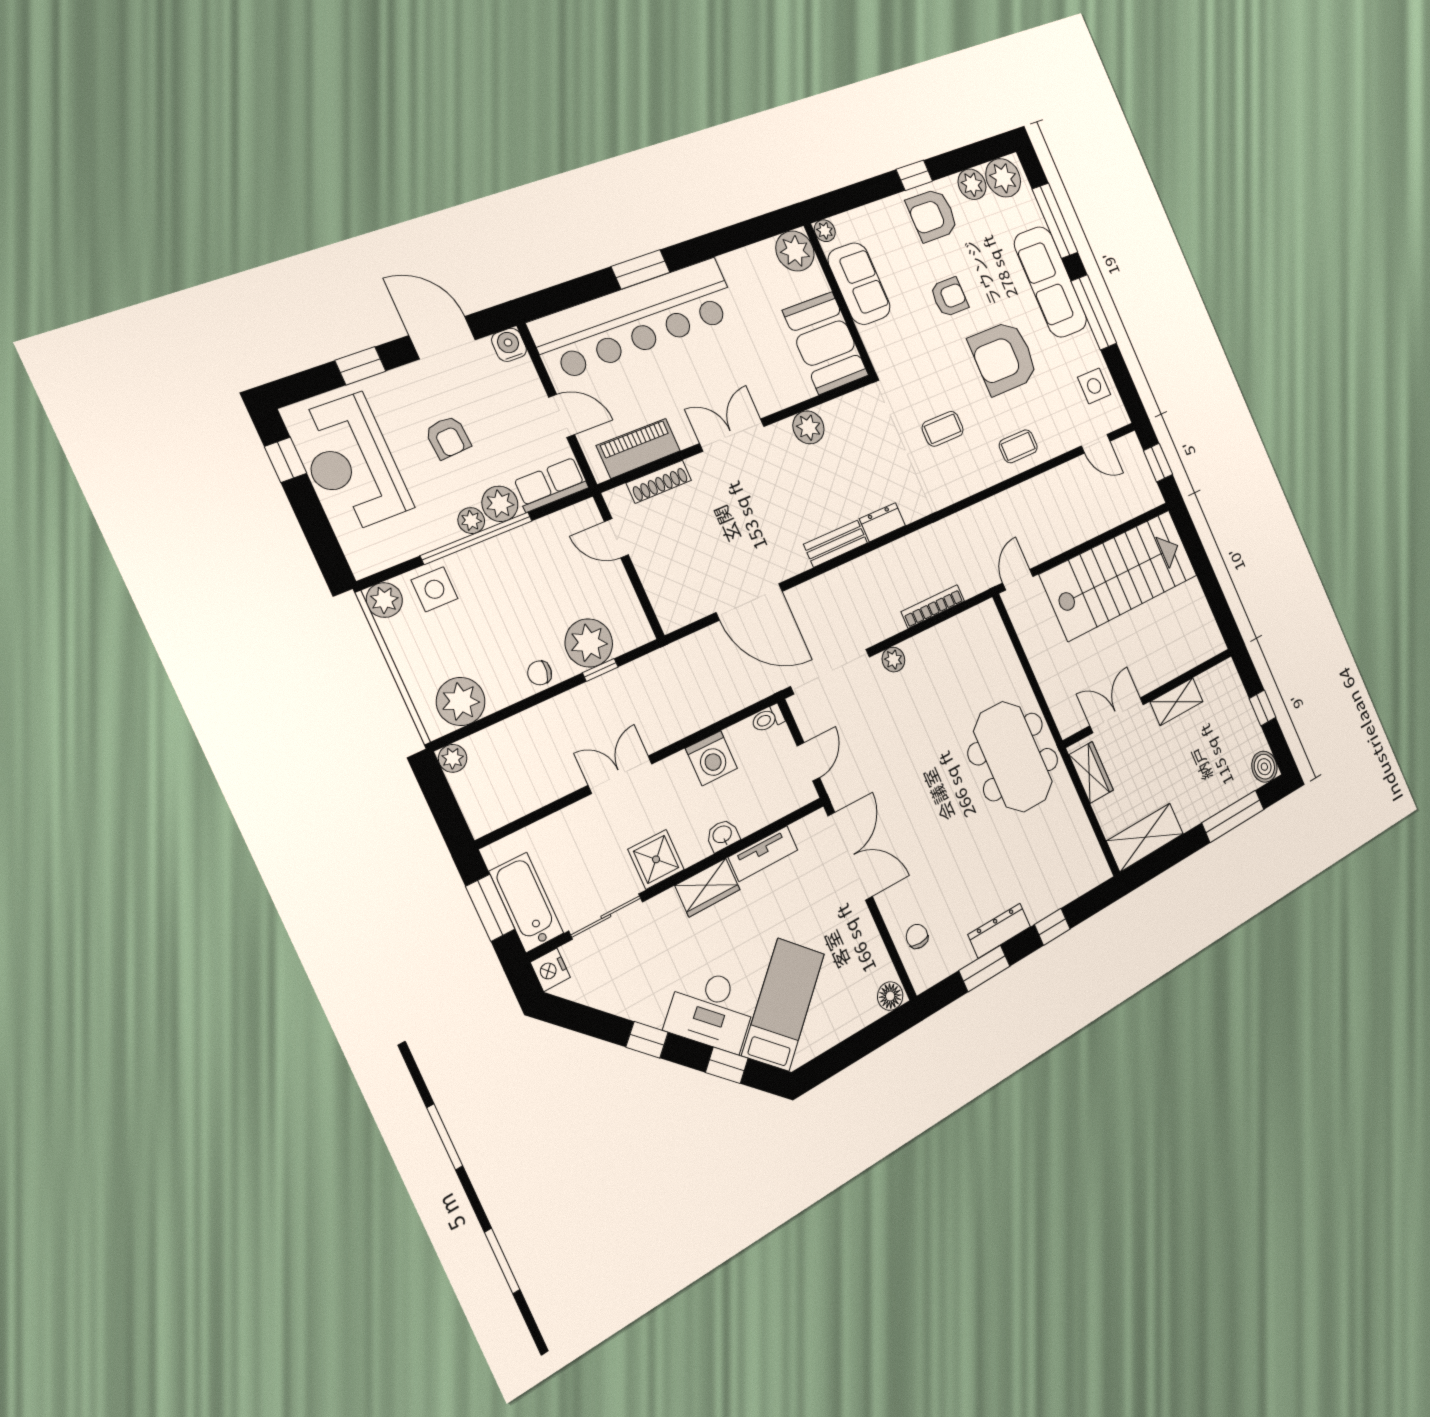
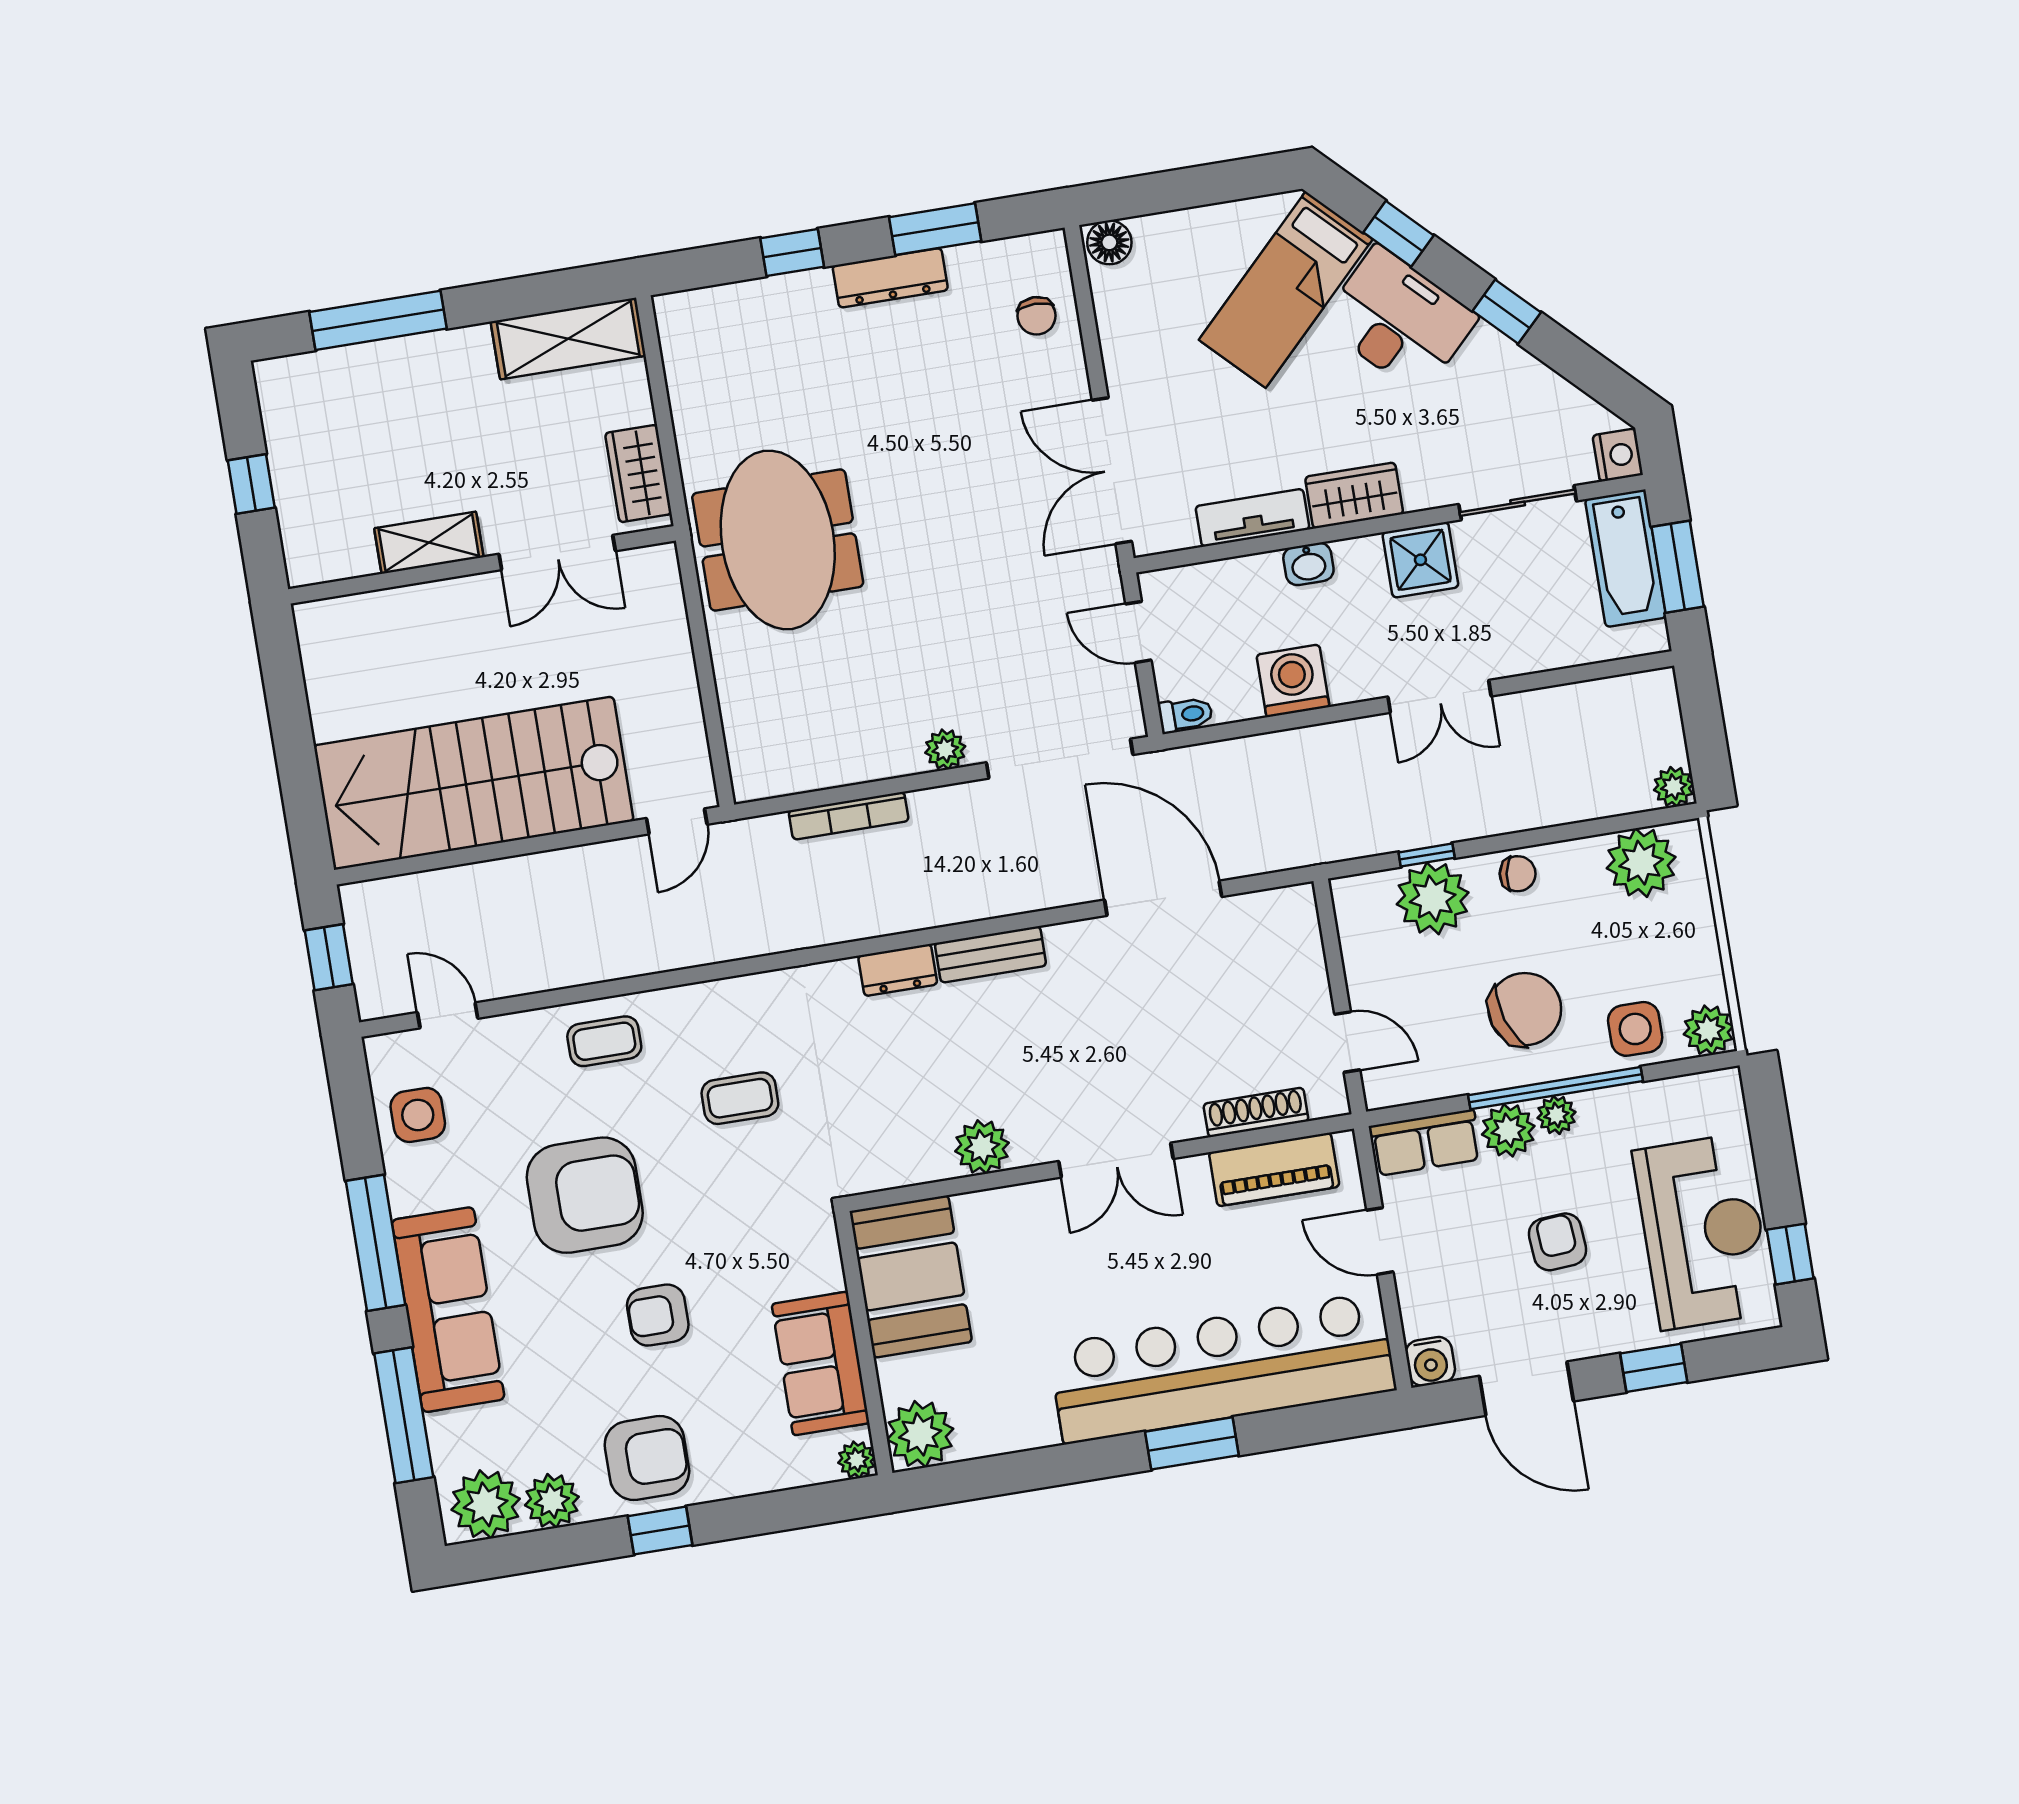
chair: (511, 585) -> (1525, 1009), added
door: (808, 762) -> (1138, 632), hinge flipped
boiler: (1264, 767) -> (283, 384), removed

